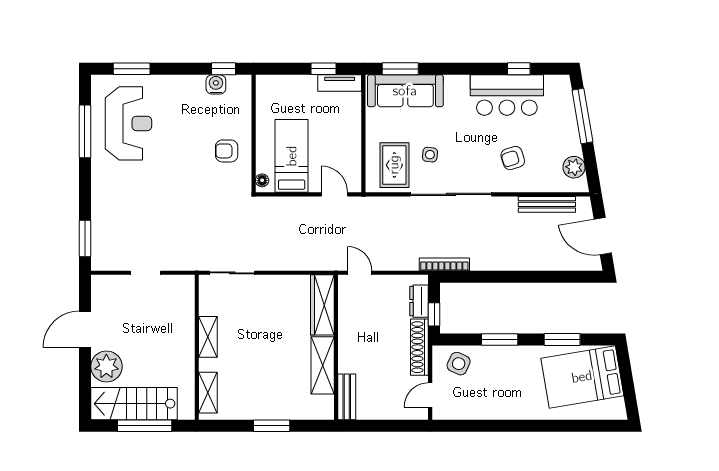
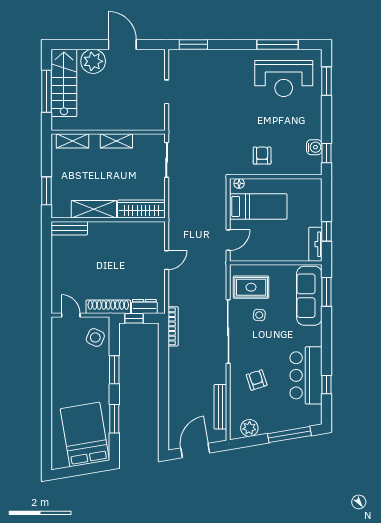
wardrobe: (322, 305) -> (141, 209), moved
wall: (336, 347) -> (108, 220), moved
shelving: (323, 365) -> (94, 209), moved
bench: (347, 397) -> (69, 228), moved

